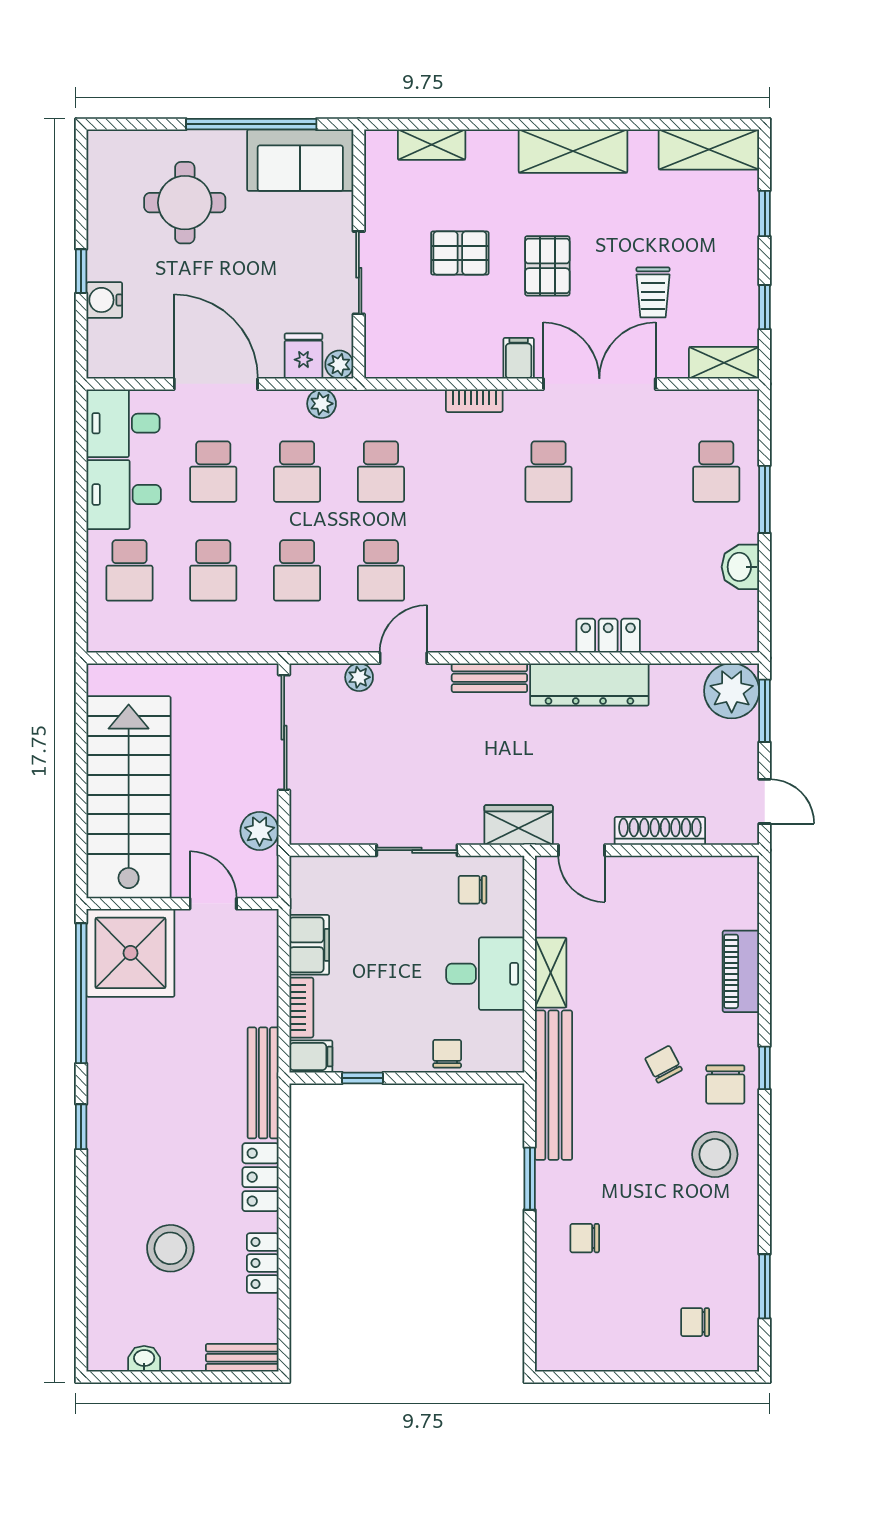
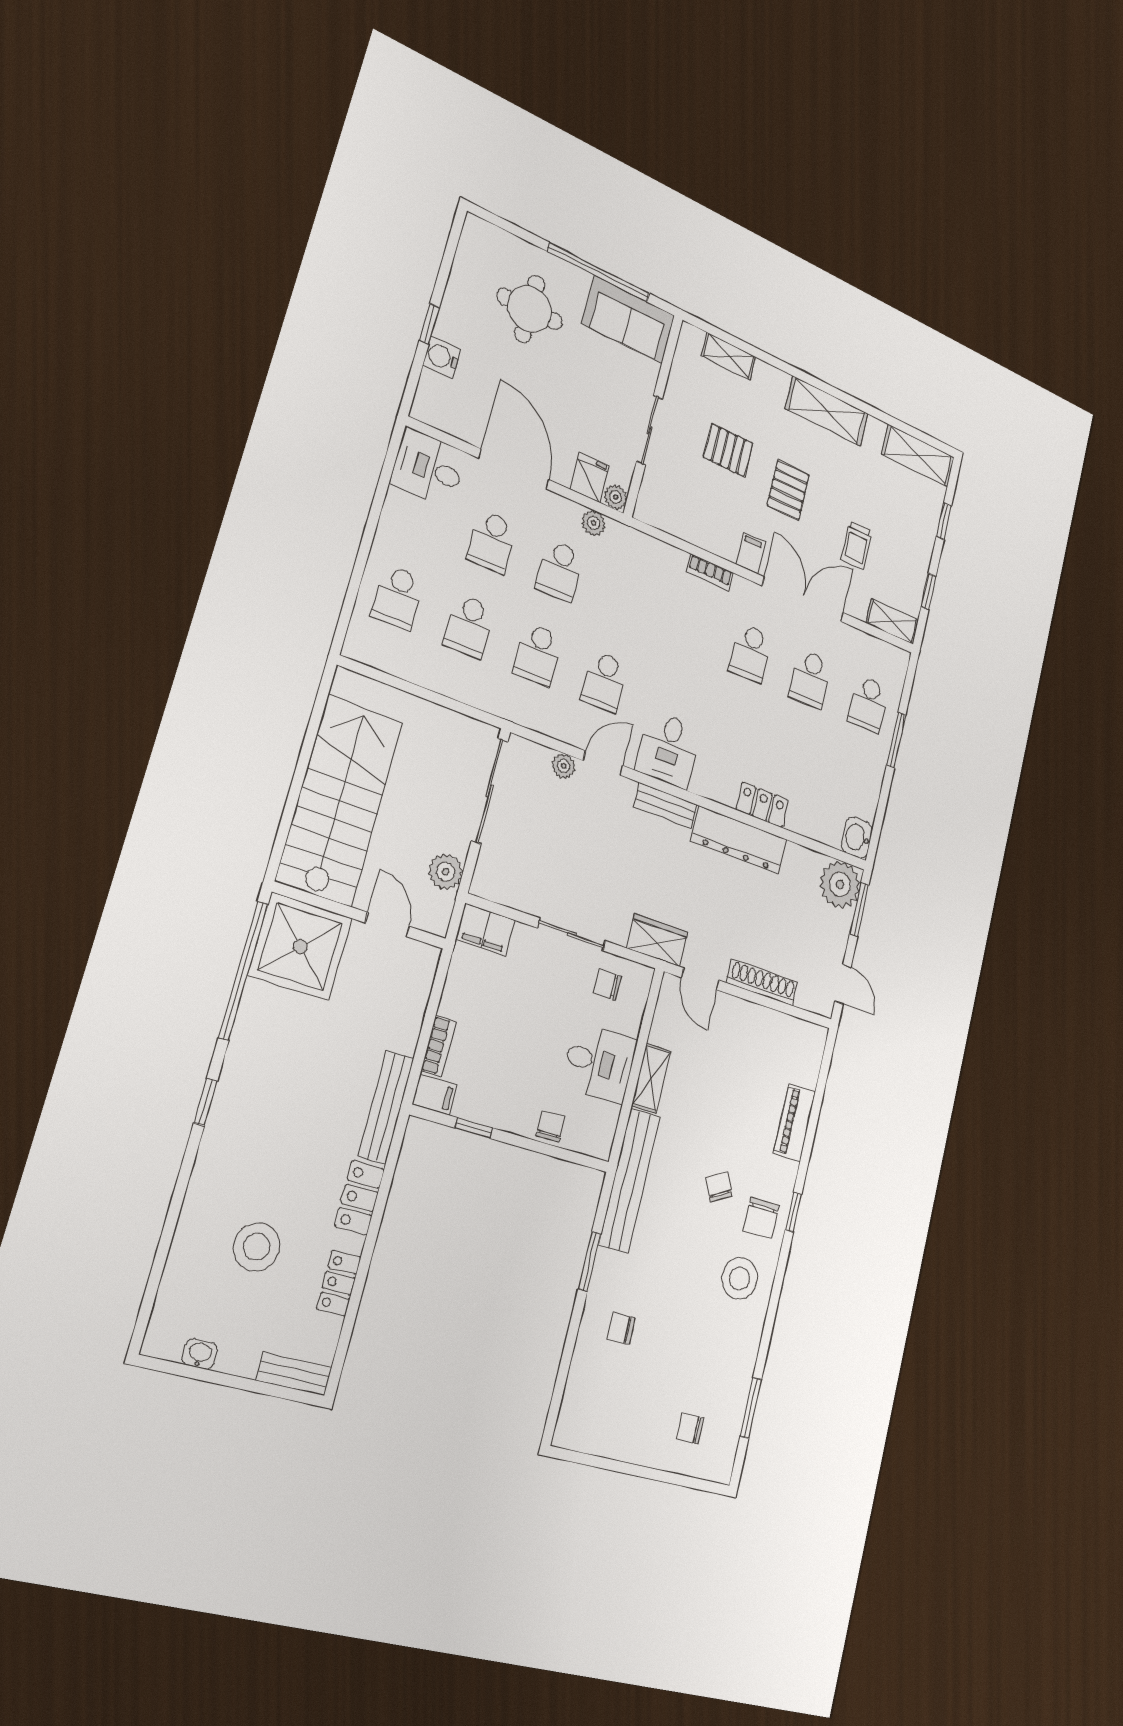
school desk: (381, 472) -> (810, 679), moved
desk: (124, 495) -> (668, 749), moved, turned -90
washbasin: (740, 567) -> (857, 838), moved
filing cabinet: (309, 945) -> (486, 930), moved, turned 90

